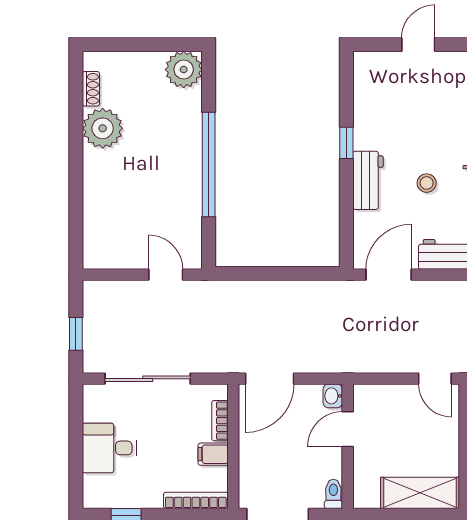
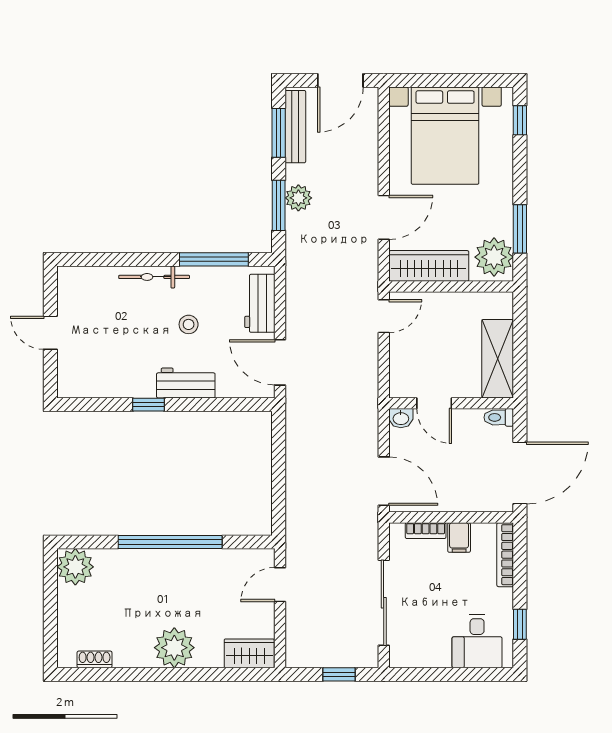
plant: (103, 128) -> (174, 648), moved
wardrobe: (97, 244) -> (249, 653), added
desk: (109, 448) -> (477, 641), moved
shelving: (420, 493) -> (498, 359), moved

